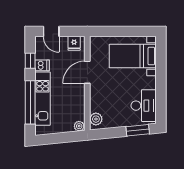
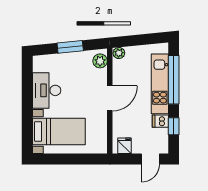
door: (51, 31) -> (150, 159), swing flipped
door: (87, 72) -> (110, 98), moved
desk: (144, 106) -> (47, 90), moved
window: (138, 130) -> (70, 47), moved

